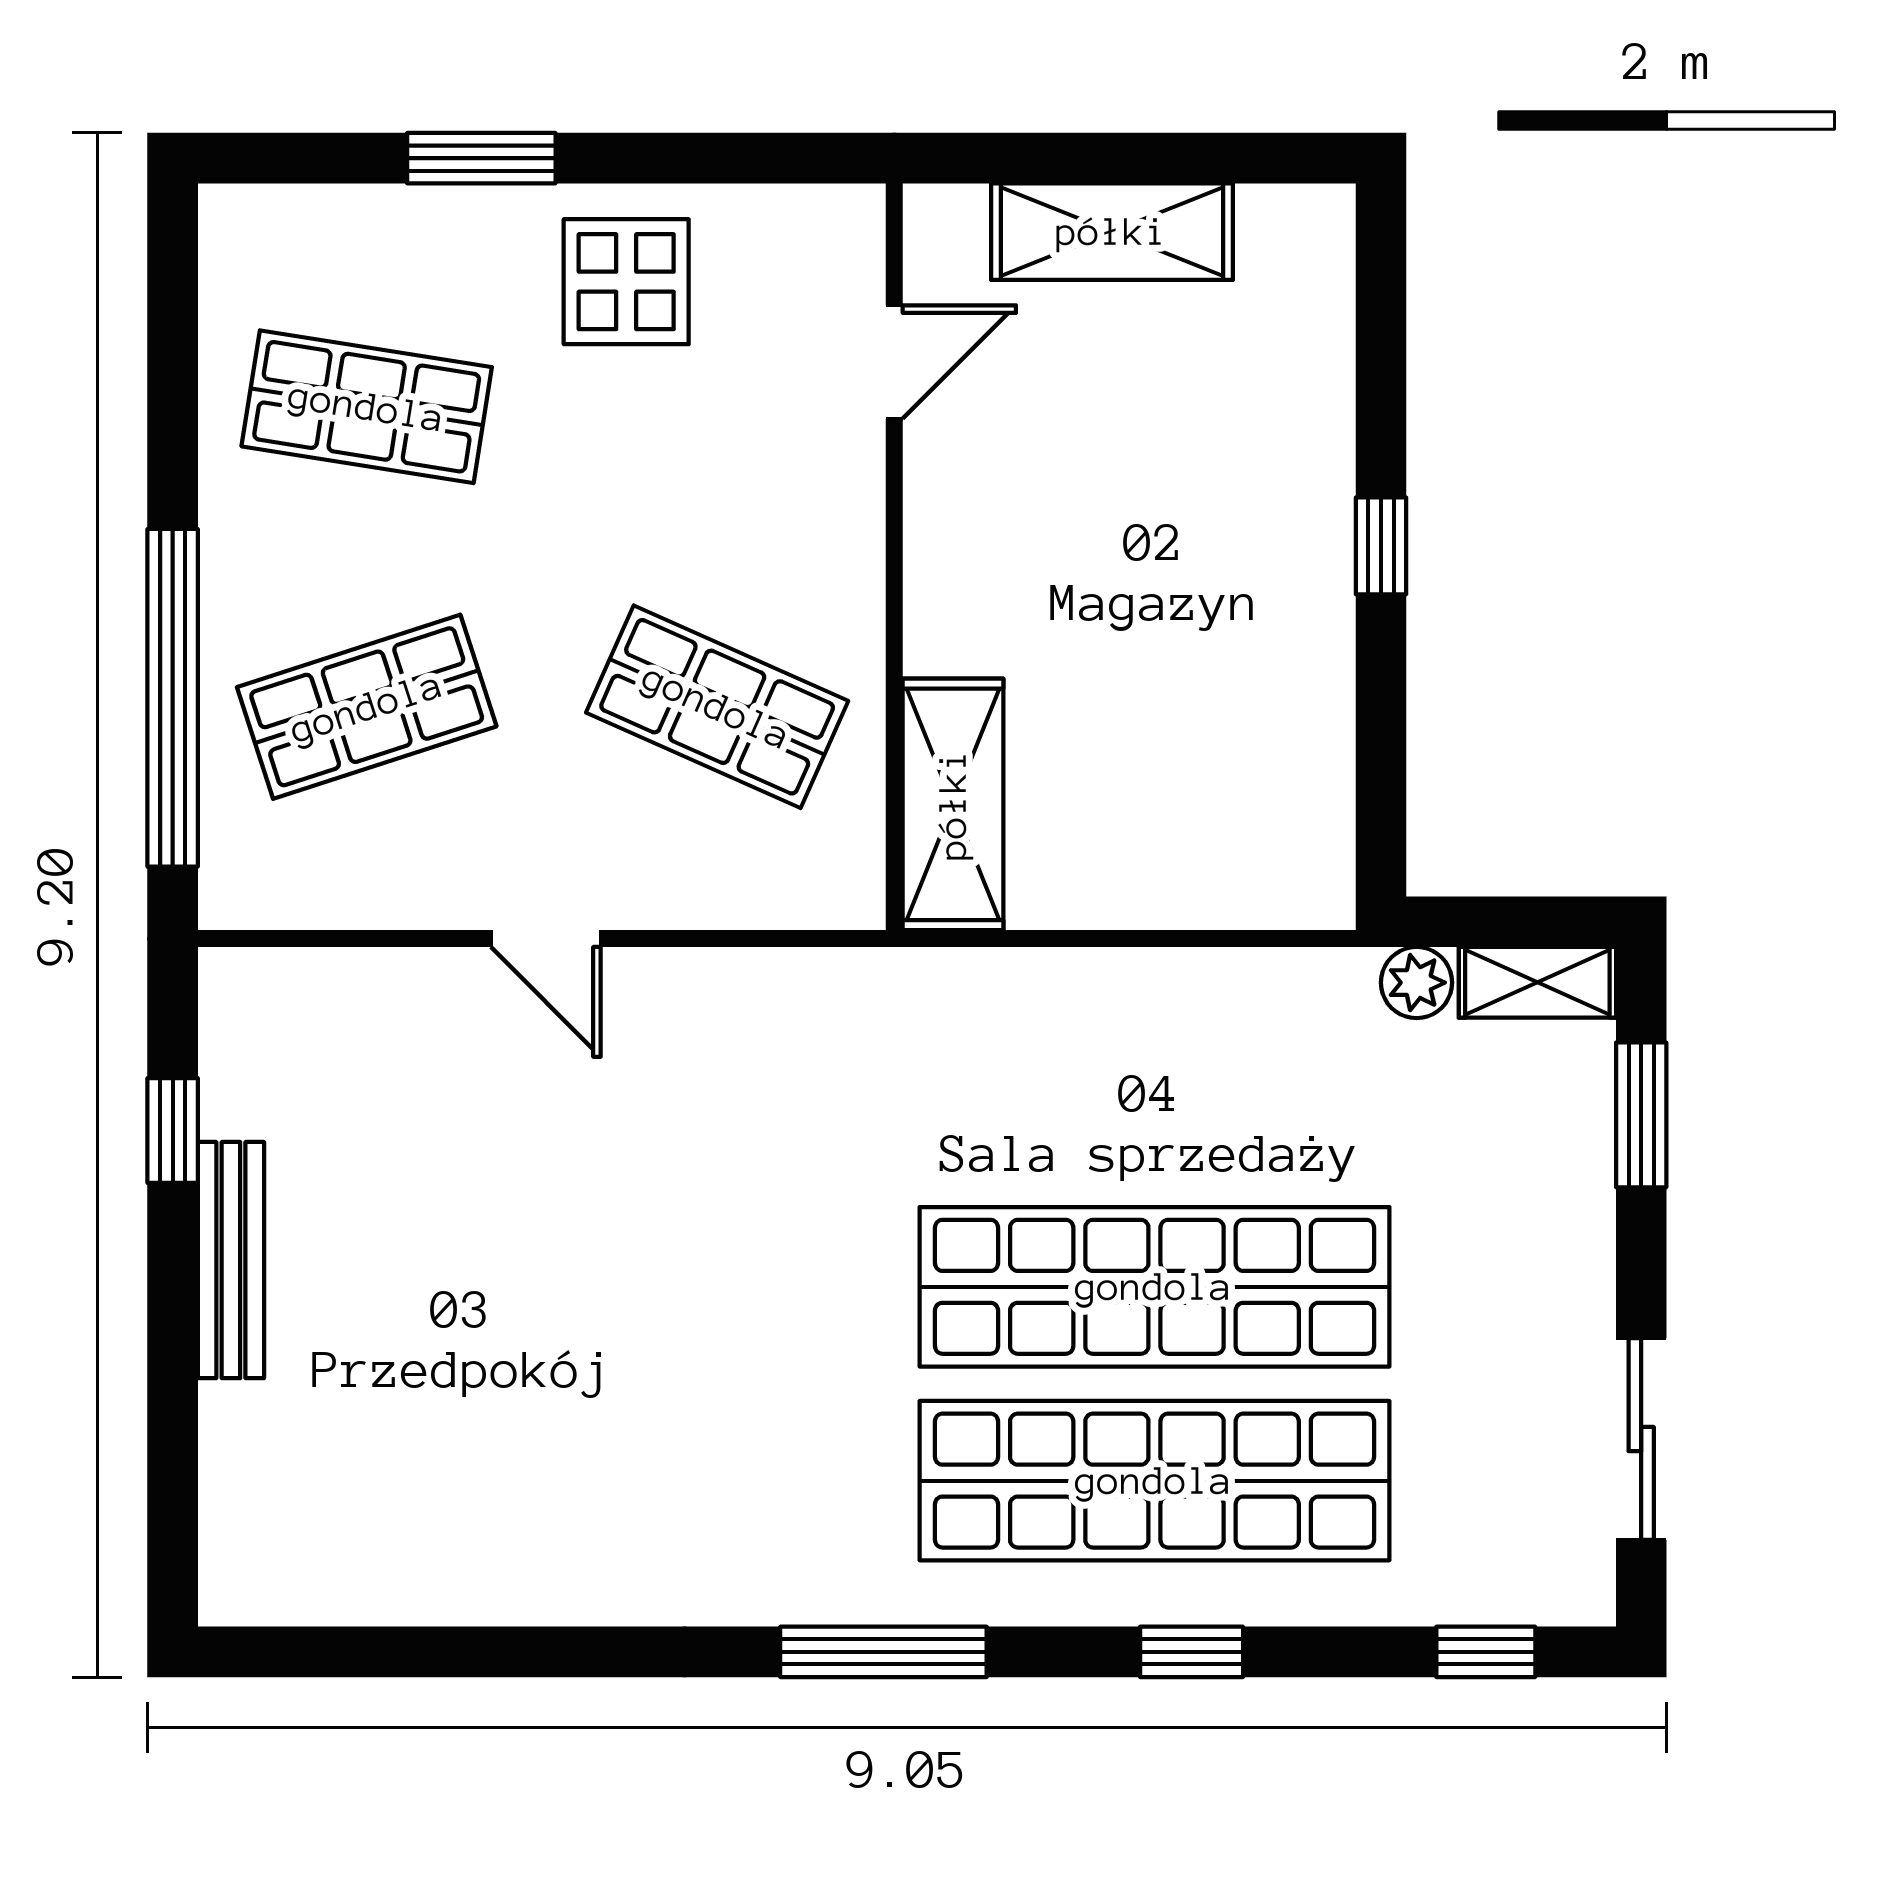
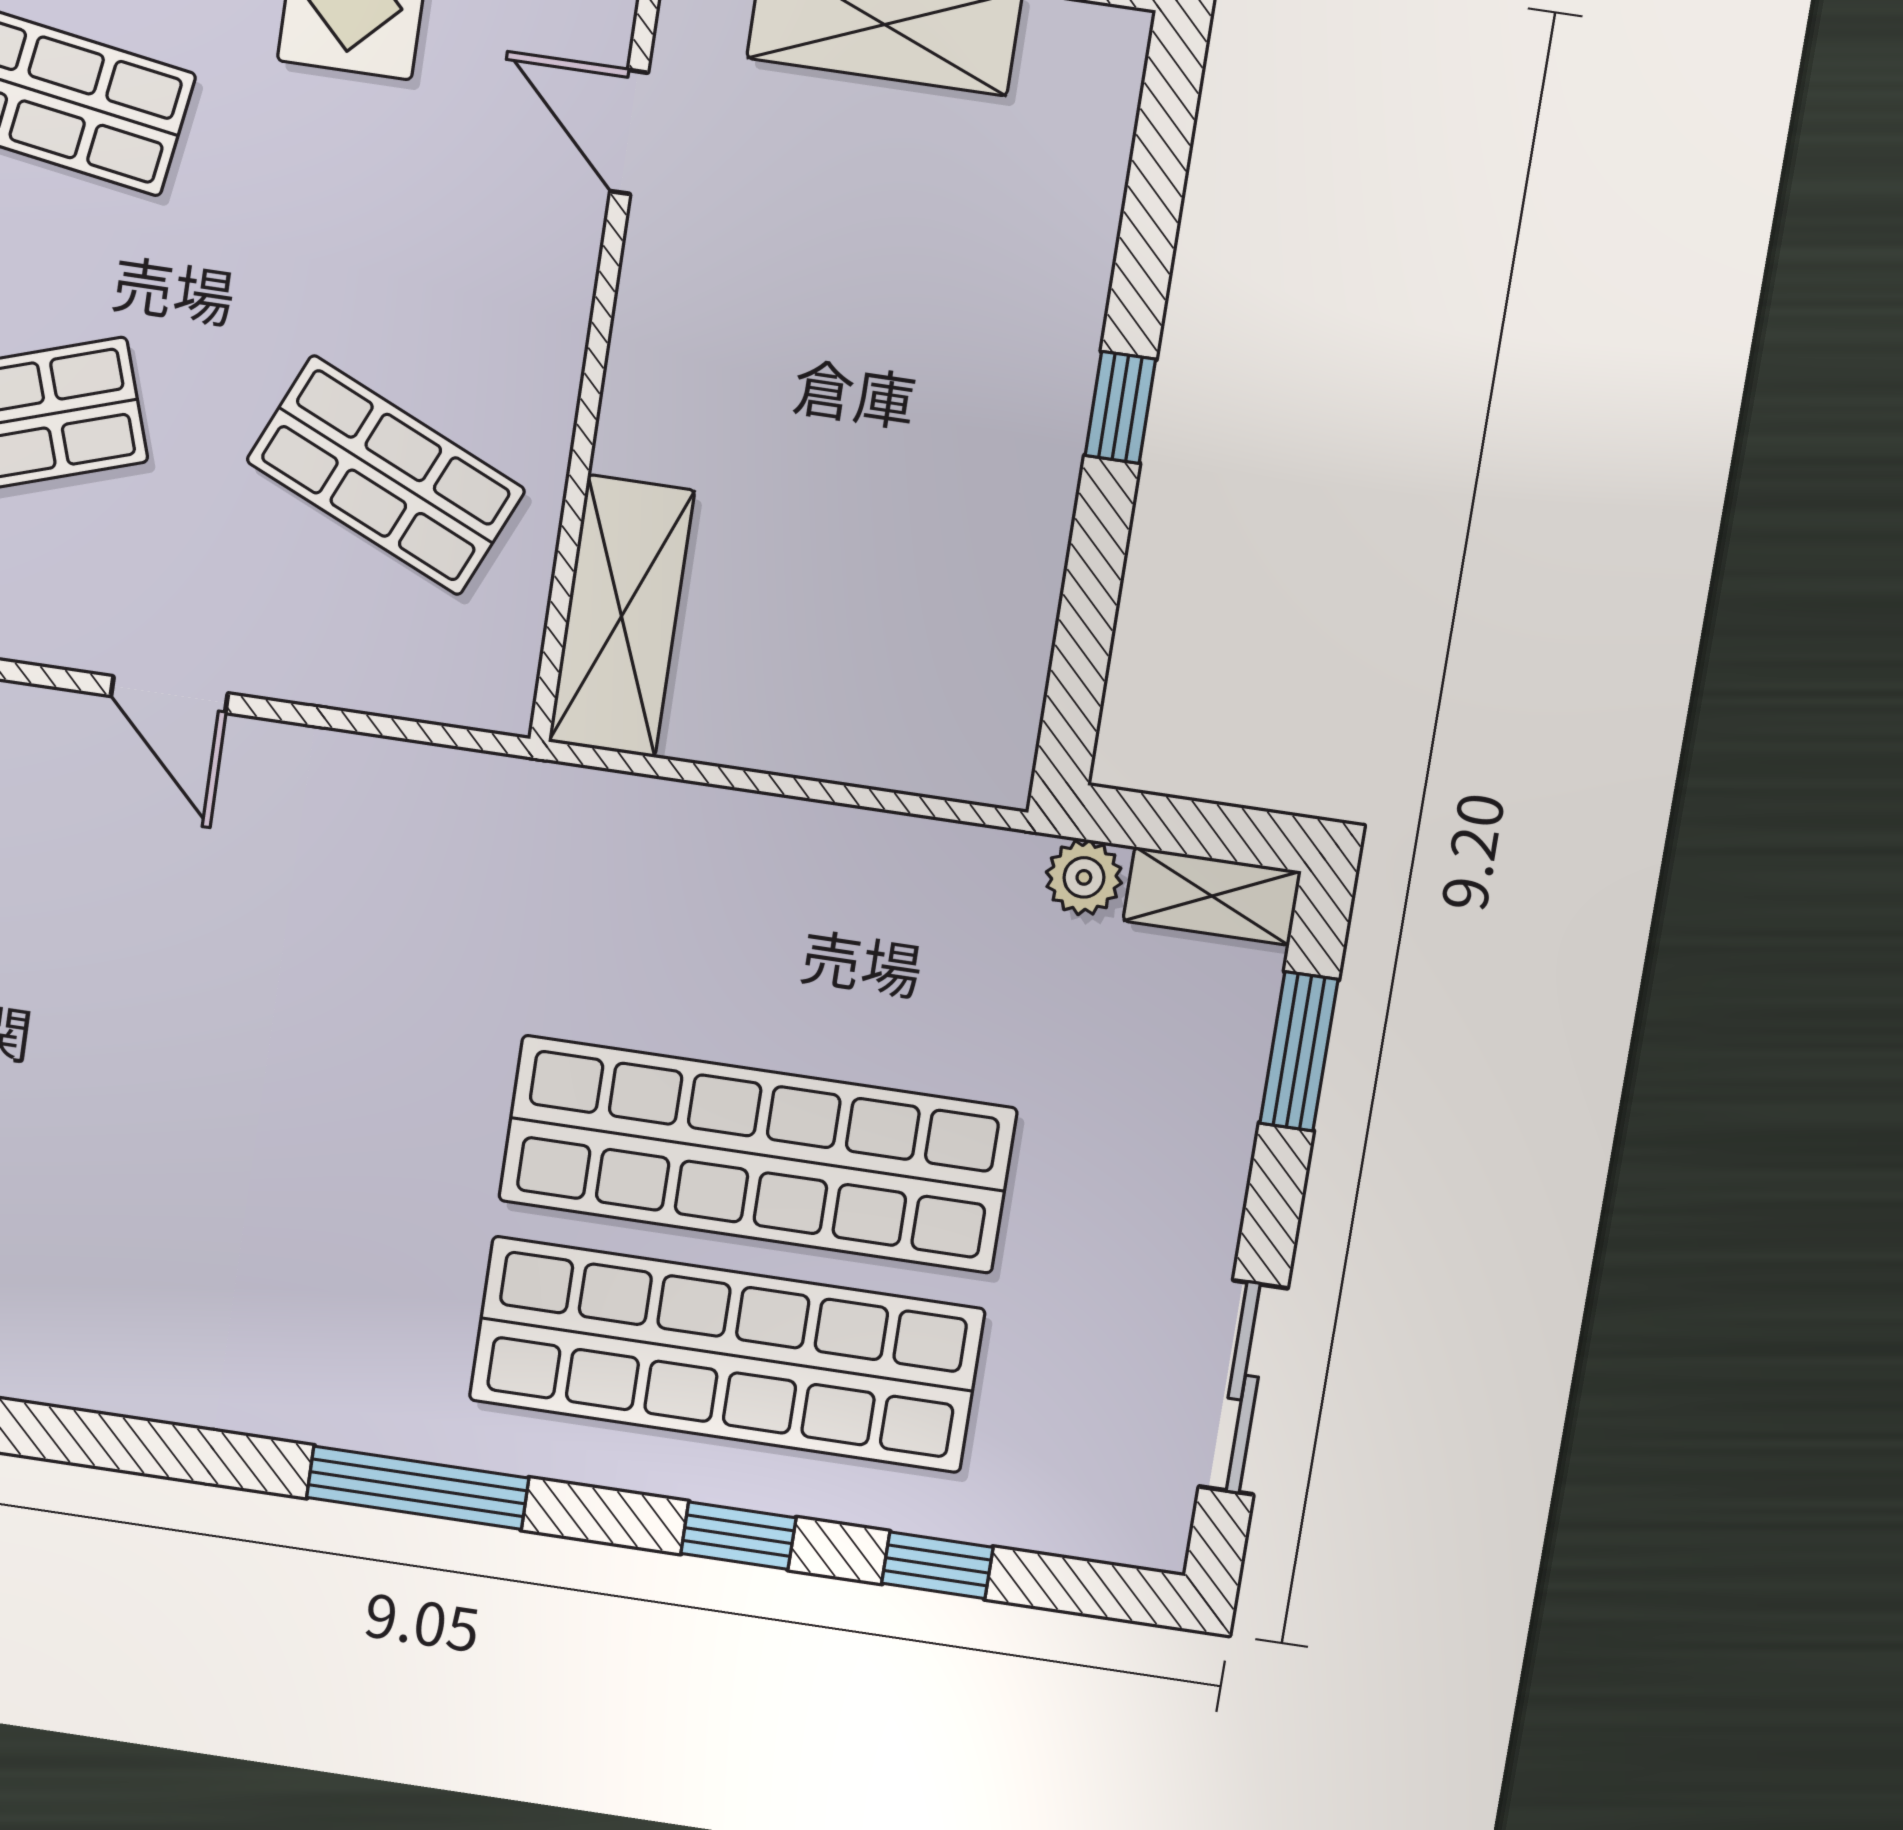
door: (894, 362) -> (629, 132), swing flipped
window: (1486, 1652) -> (937, 1565), moved

